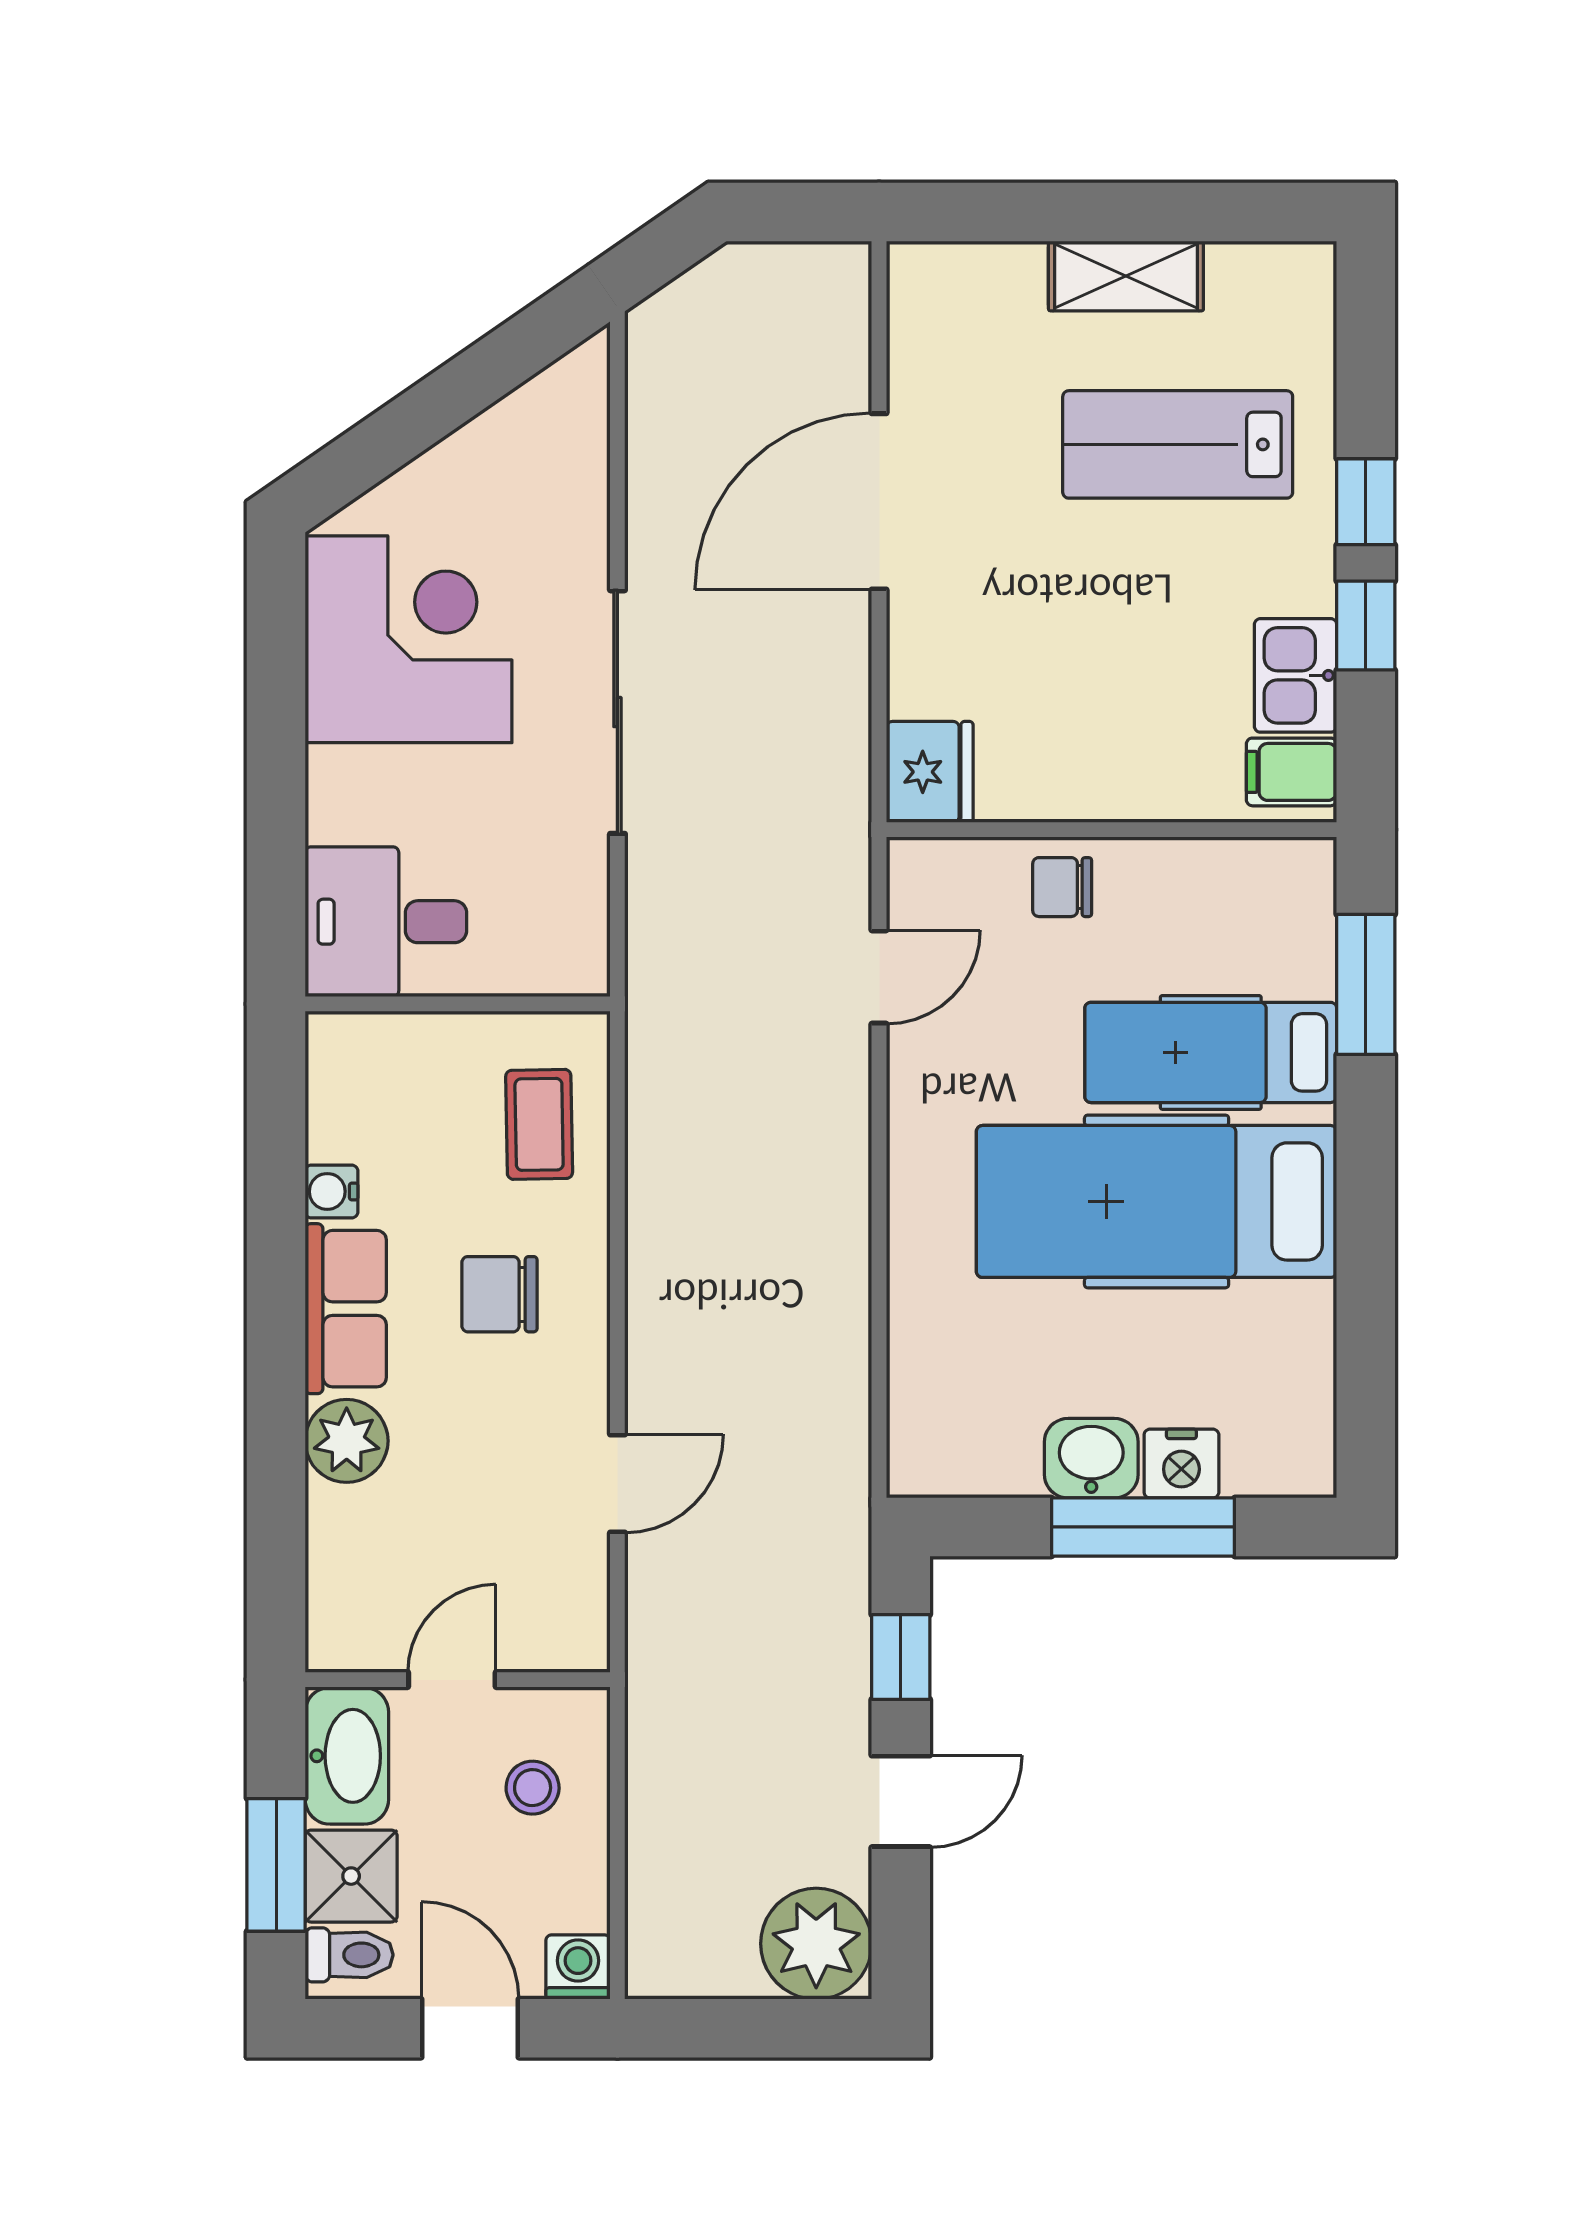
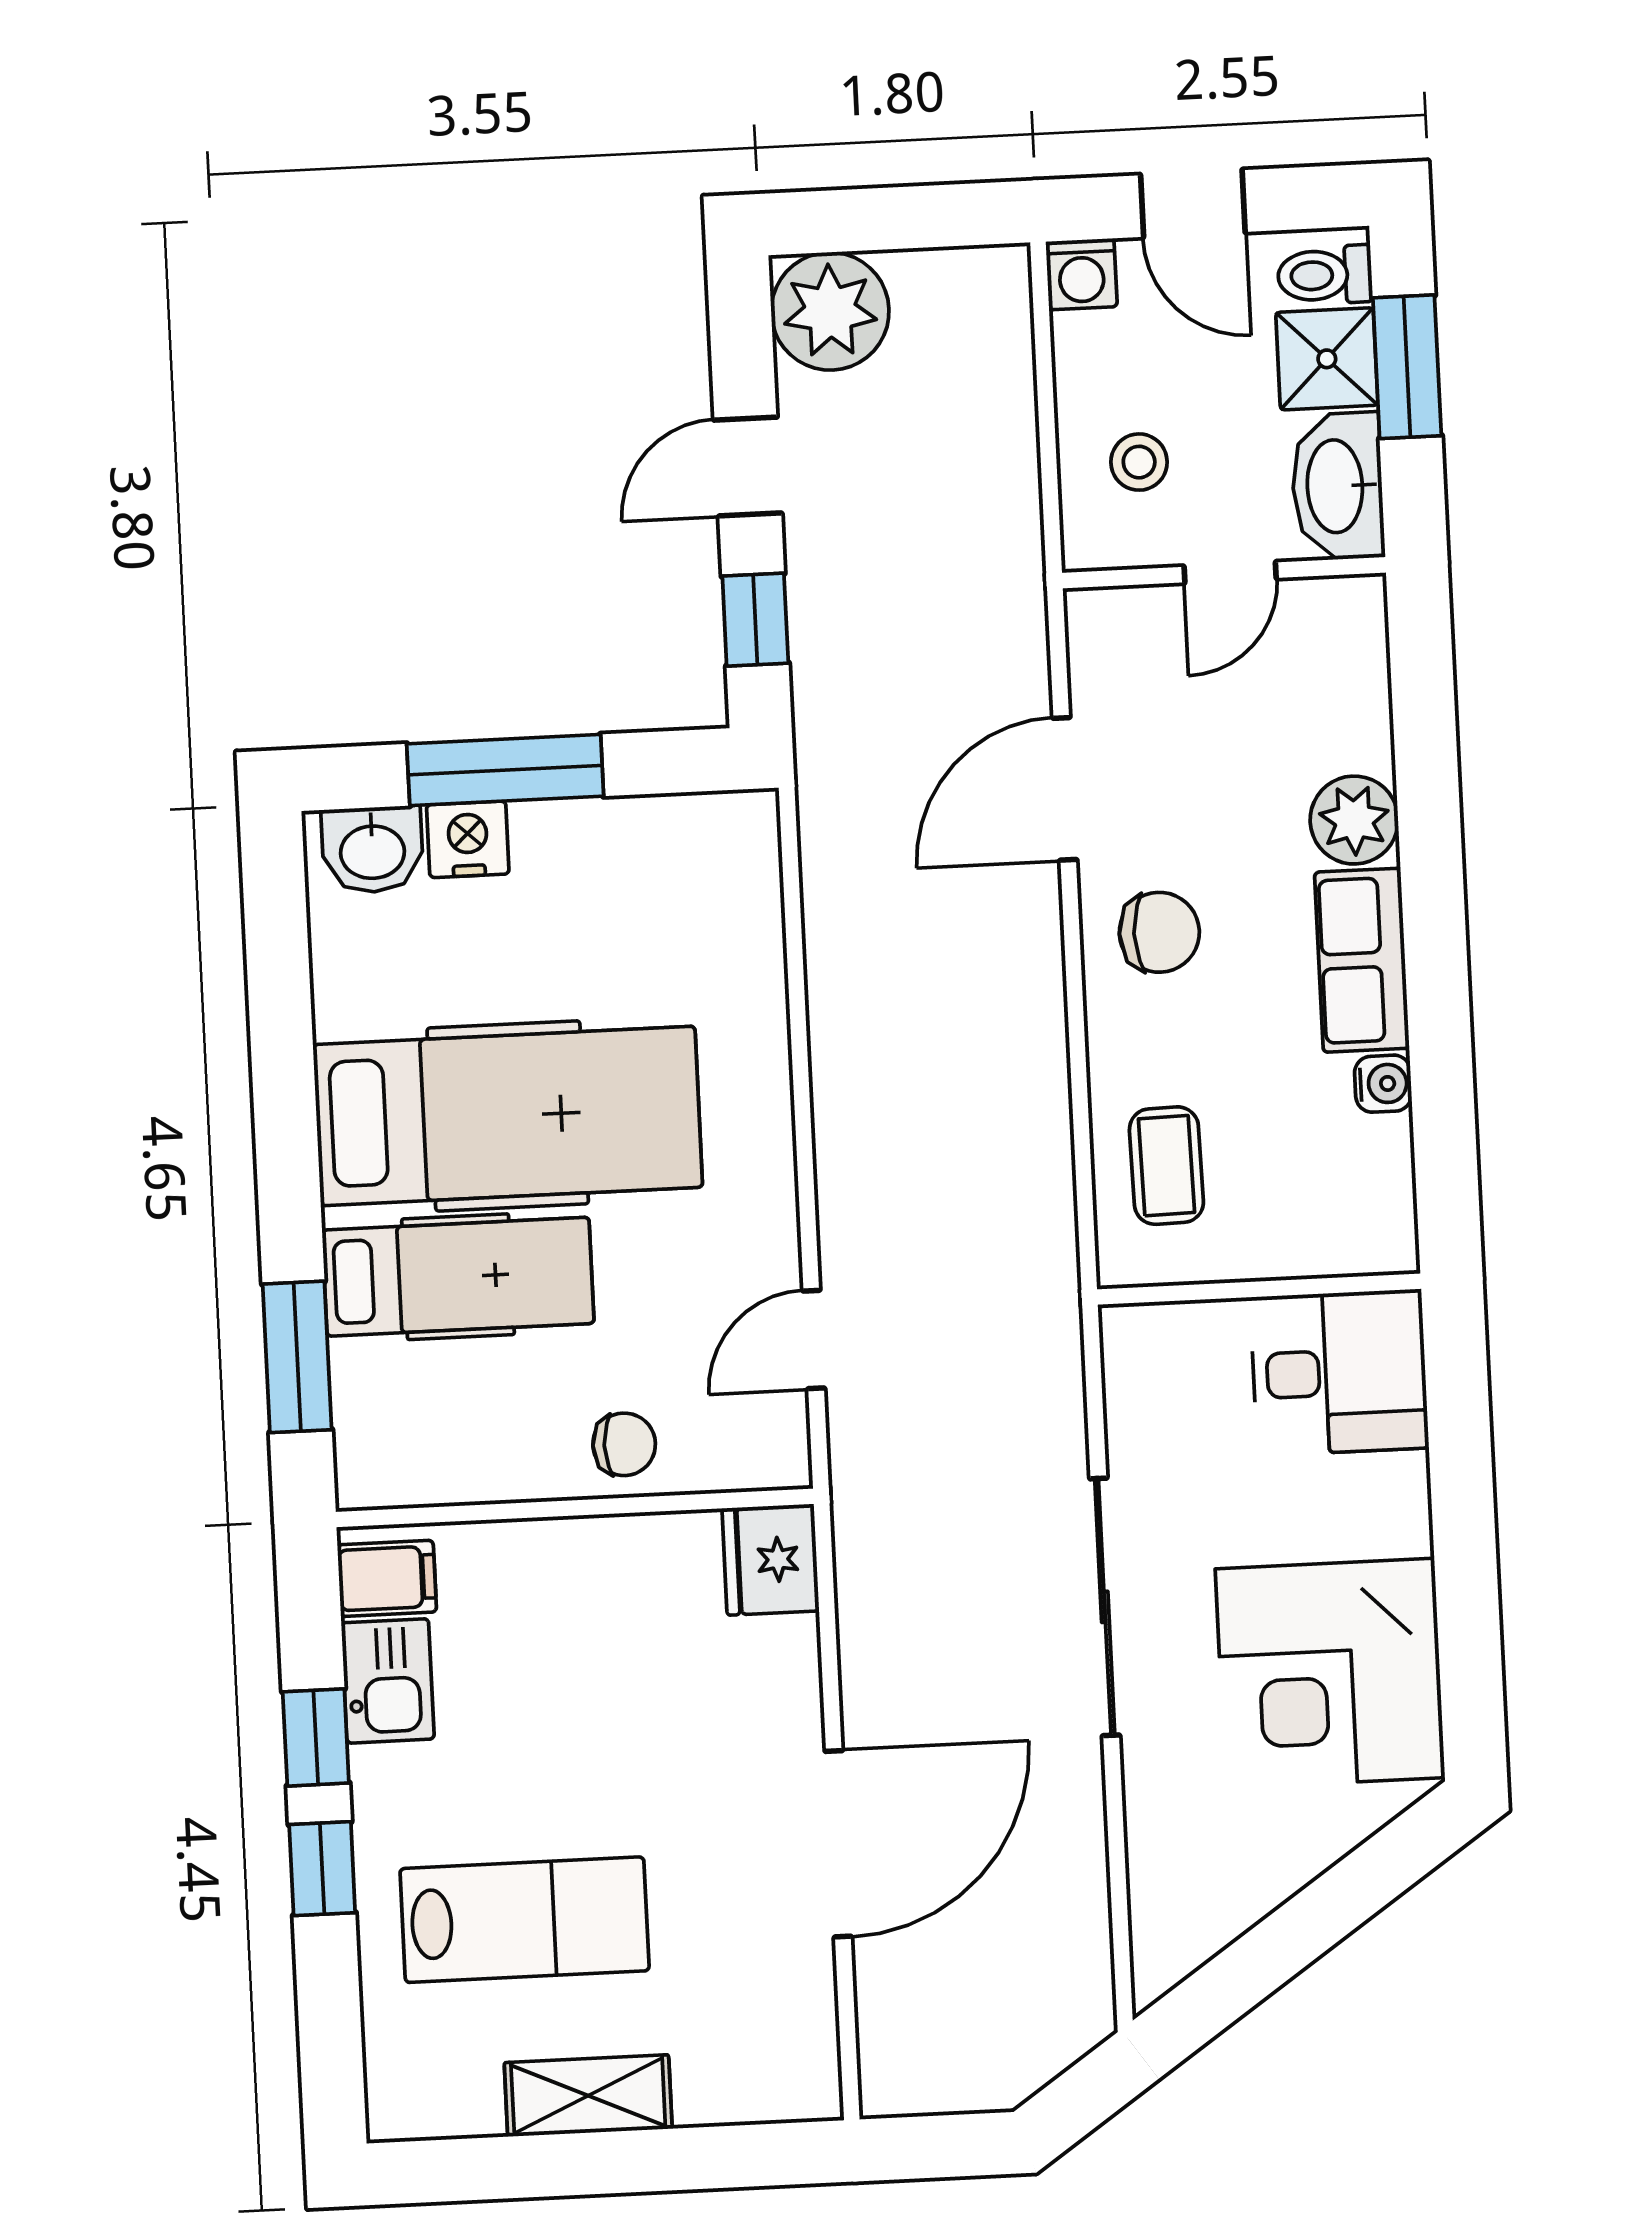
chair: (499, 1294) -> (1159, 932), moved
washbasin: (1091, 1458) -> (372, 850), moved
door: (617, 1484) -> (1065, 789), width x1.38

